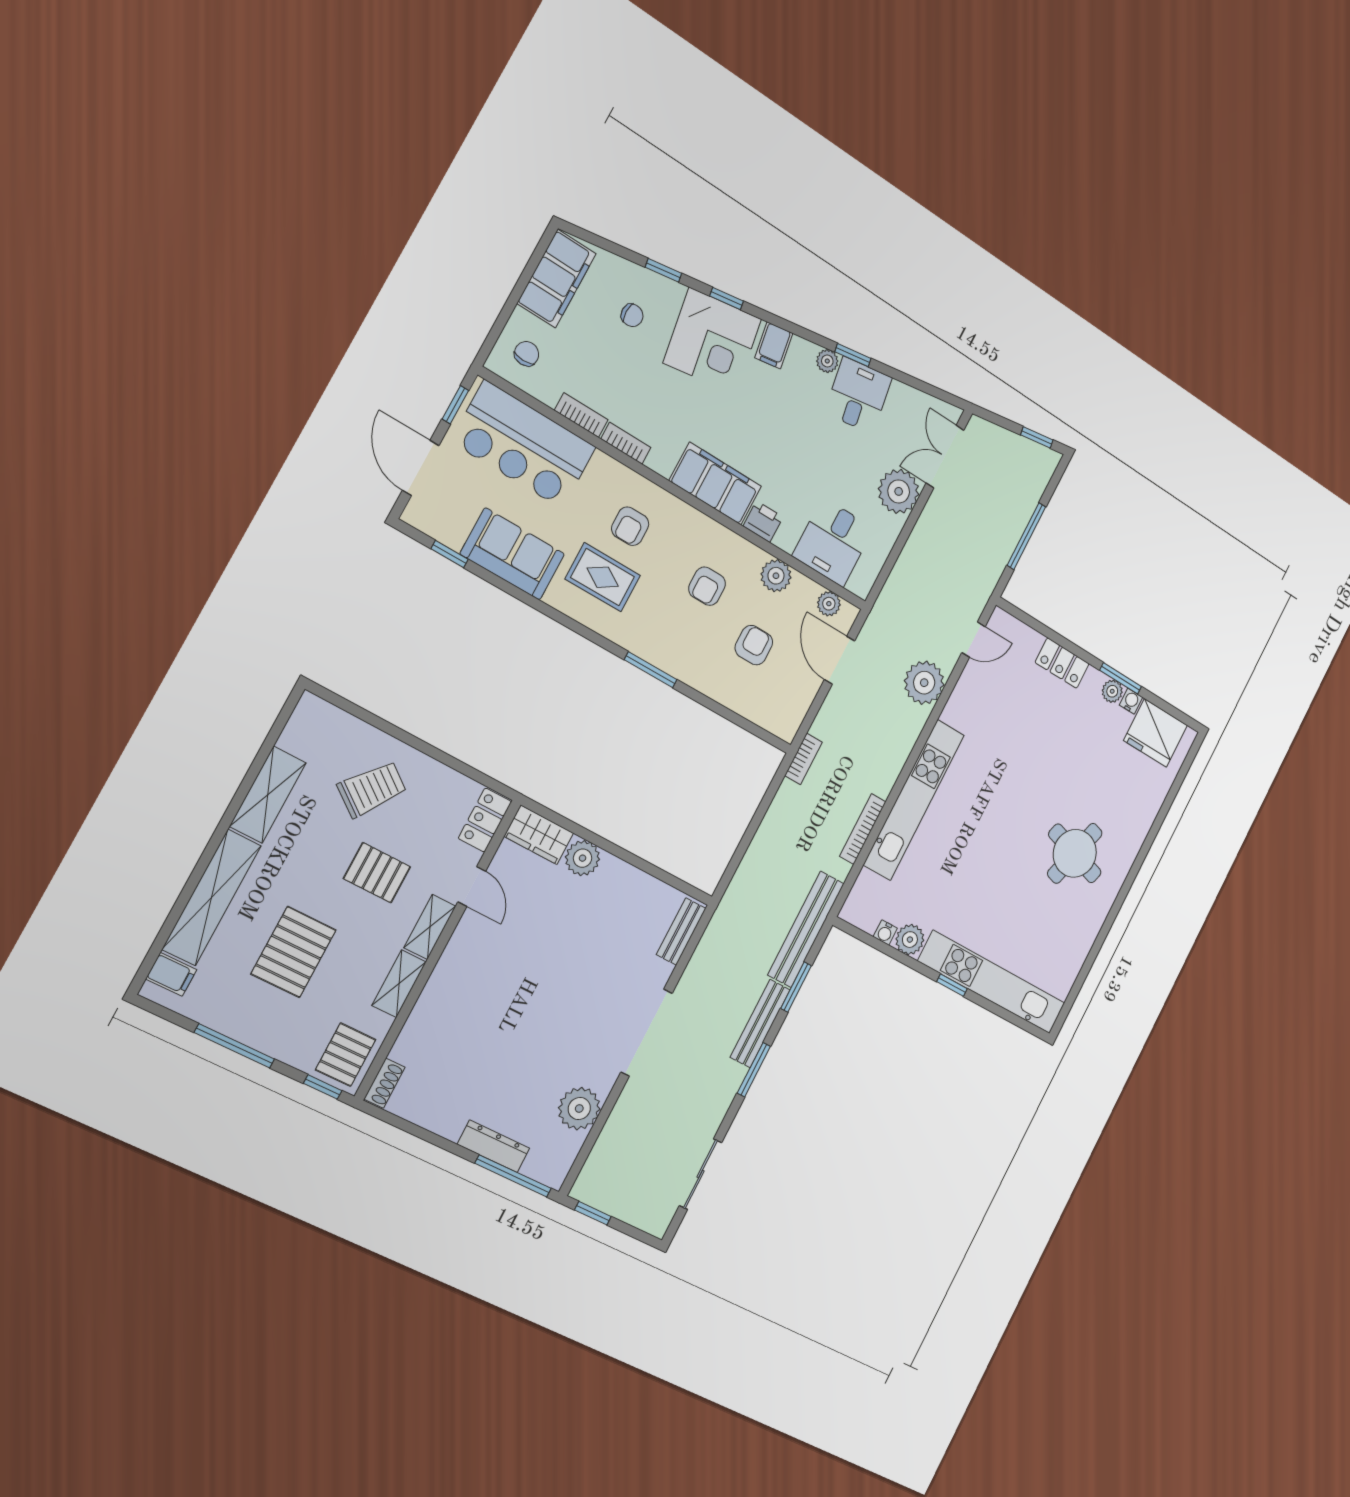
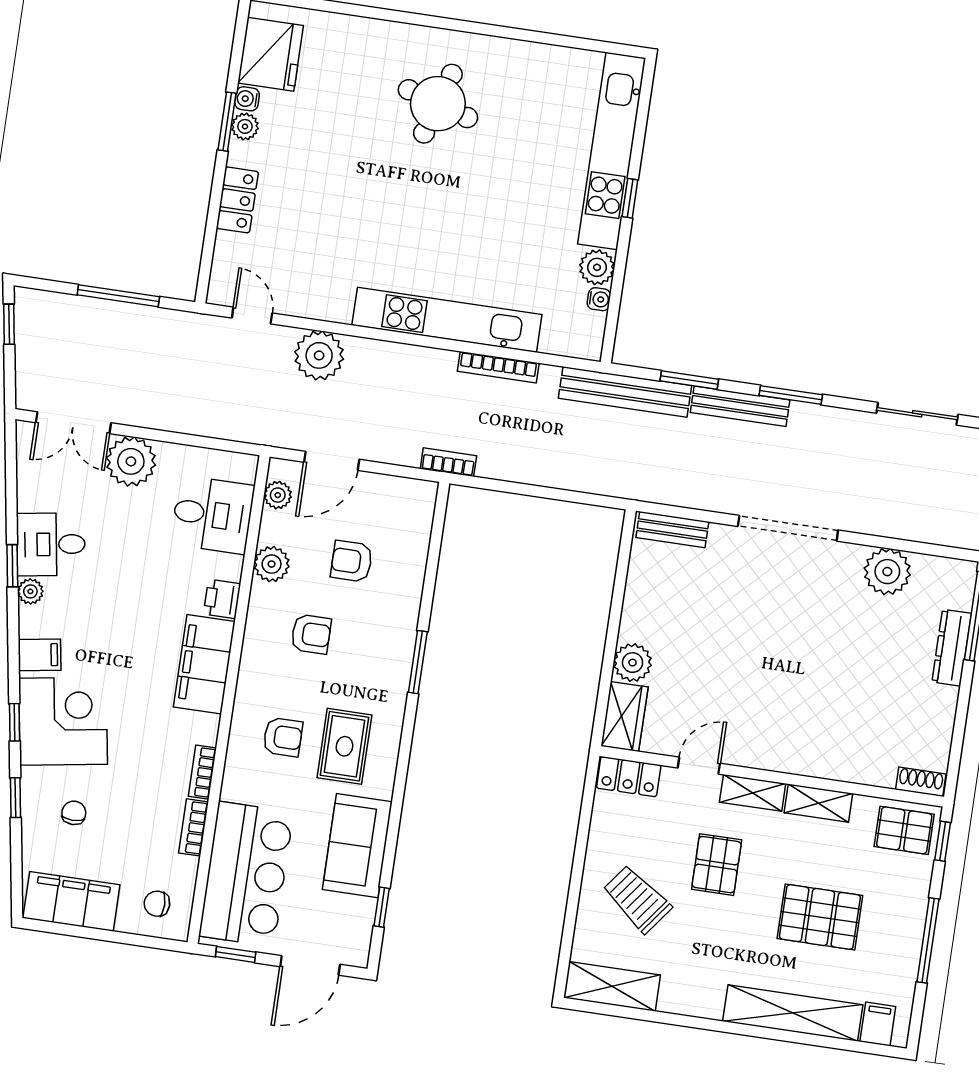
shelving: (268, 795) -> (612, 986), moved

